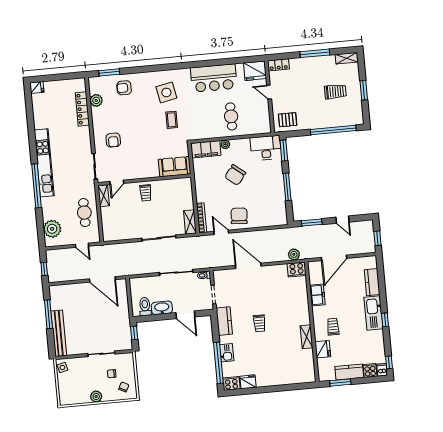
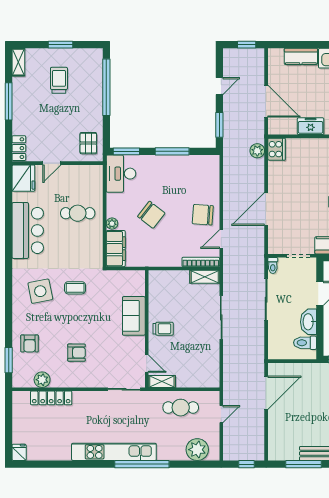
armchair: (113, 140) -> (76, 353), moved
sofa: (175, 167) -> (134, 316), moved

